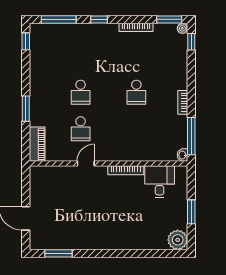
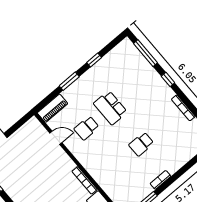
window: (26, 41) -> (94, 60), moved
school desk: (81, 92) -> (110, 108), width x1.85
door: (86, 164) -> (56, 138), moved

